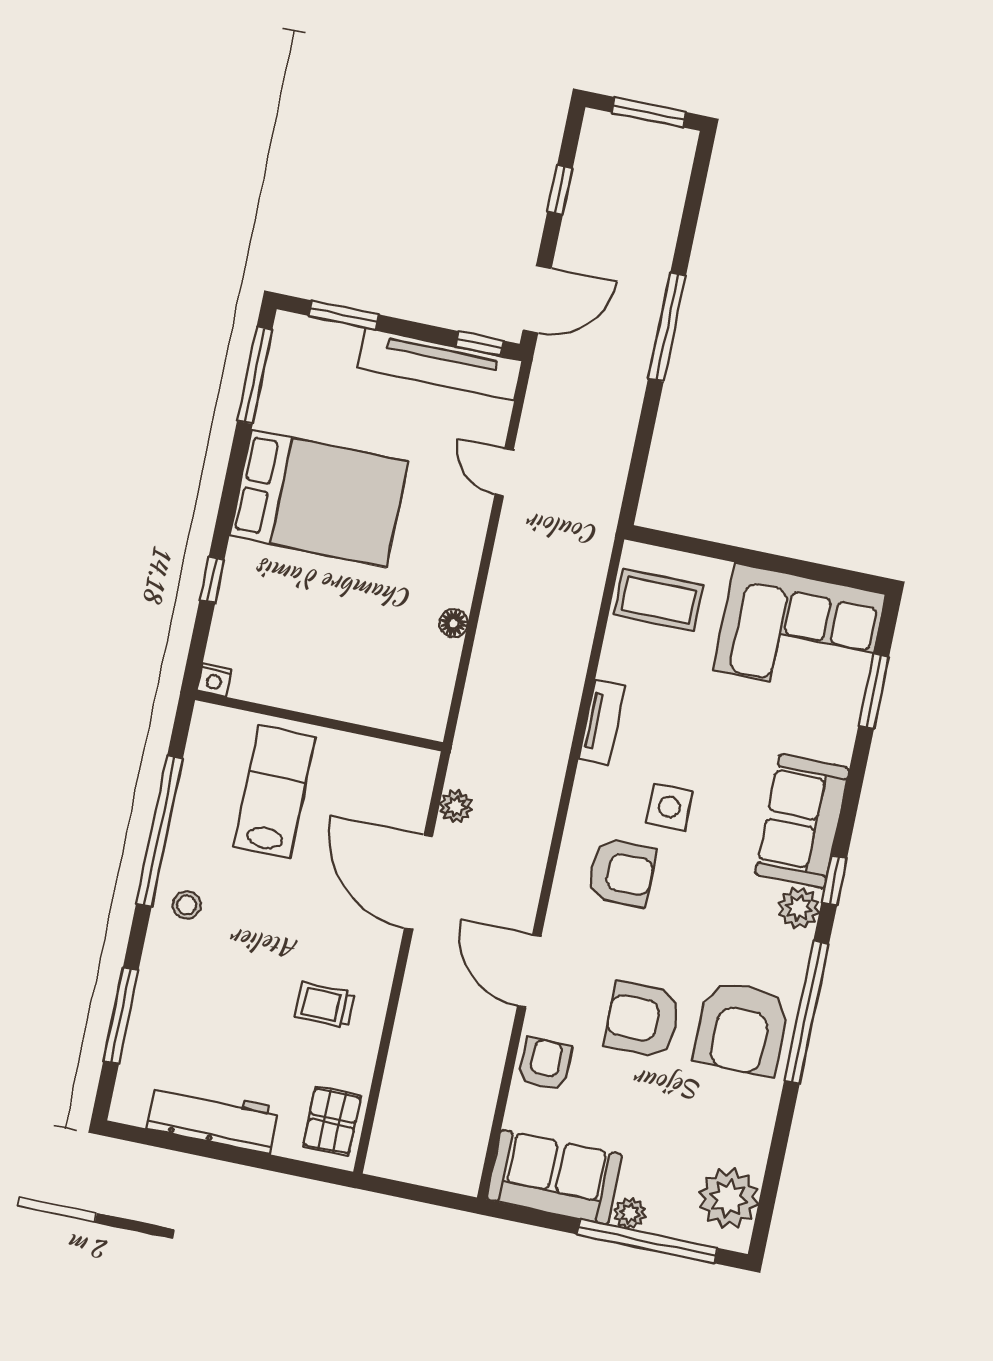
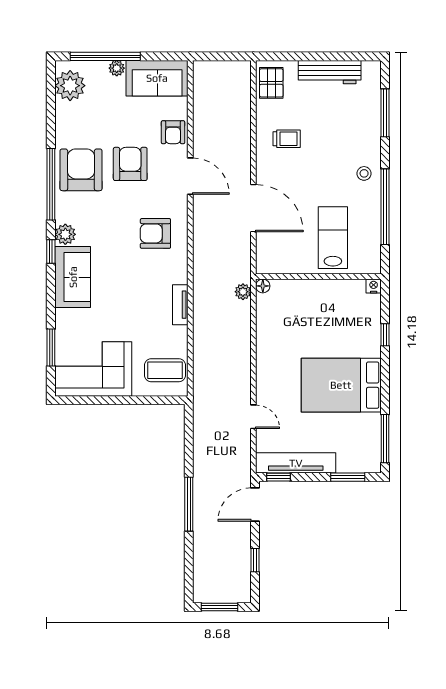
floor lamp: (453, 623) -> (263, 286), moved
lab bench: (274, 792) -> (333, 238), turned 180
plant: (456, 806) -> (243, 292), moved
side table: (669, 807) -> (139, 270), removed
armchair: (642, 1020) -> (130, 164), turned -90

